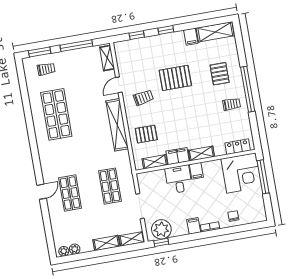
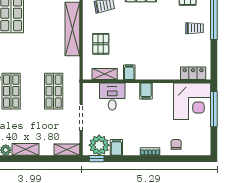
pallet: (146, 134) -> (101, 44), turned 90
shelving: (201, 153) -> (154, 74), removed
filing cabinet: (178, 156) -> (129, 72), width x0.50
desk: (179, 179) -> (112, 96), moved
filing cabinet: (194, 226) -> (116, 147), moved
shelving: (106, 243) -> (26, 149), moved

